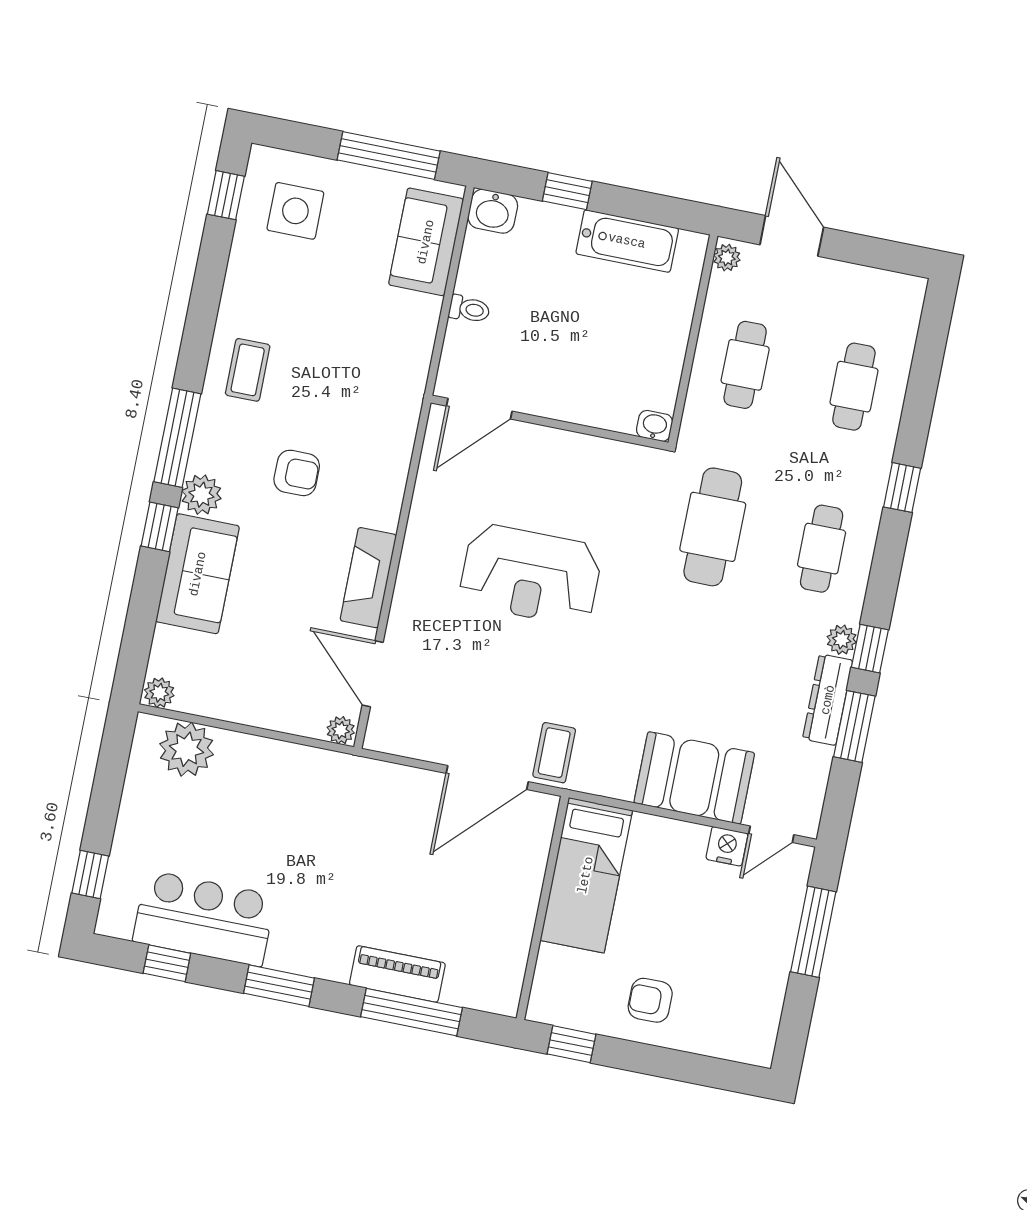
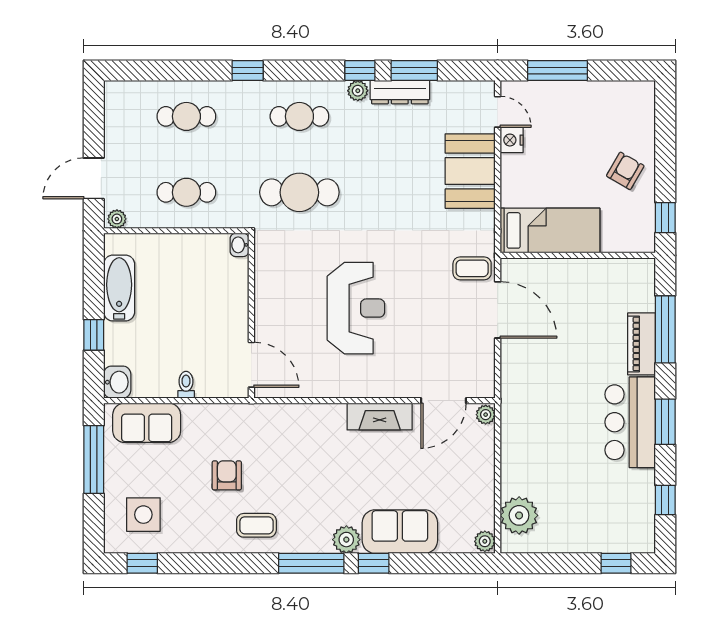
armchair: (297, 473) -> (227, 475), moved
bar counter: (204, 918) -> (630, 422), moved
armchair: (650, 1000) -> (625, 171), turned -150

